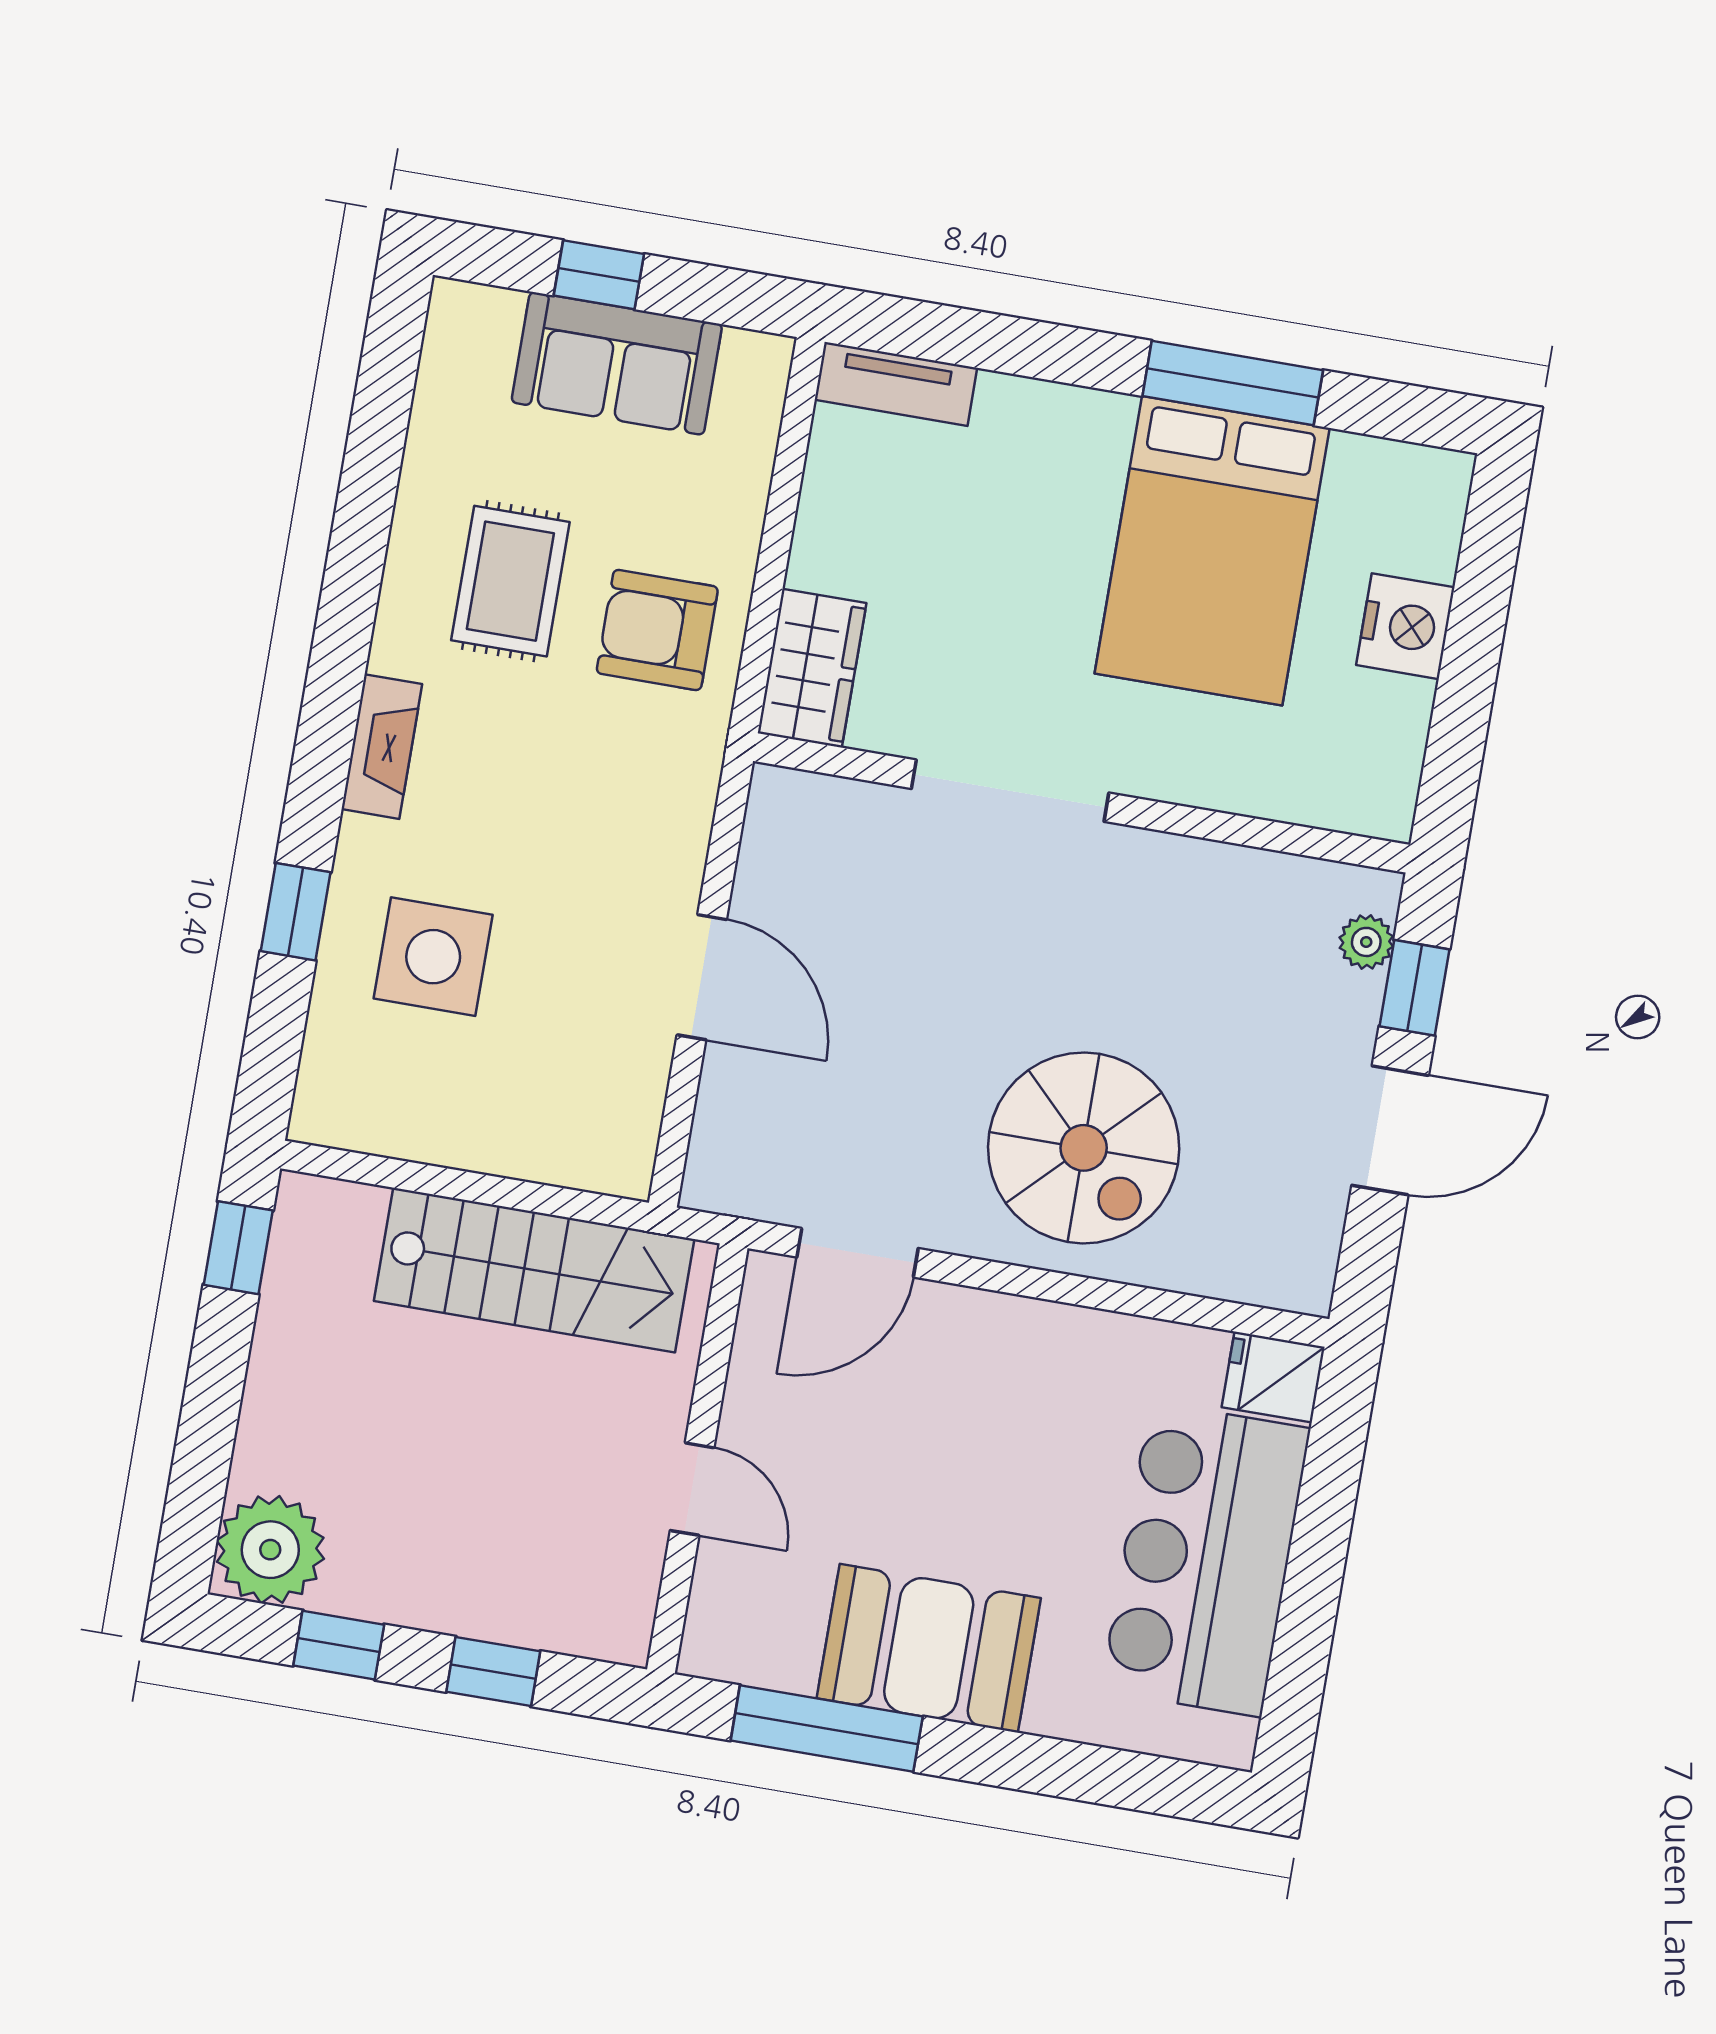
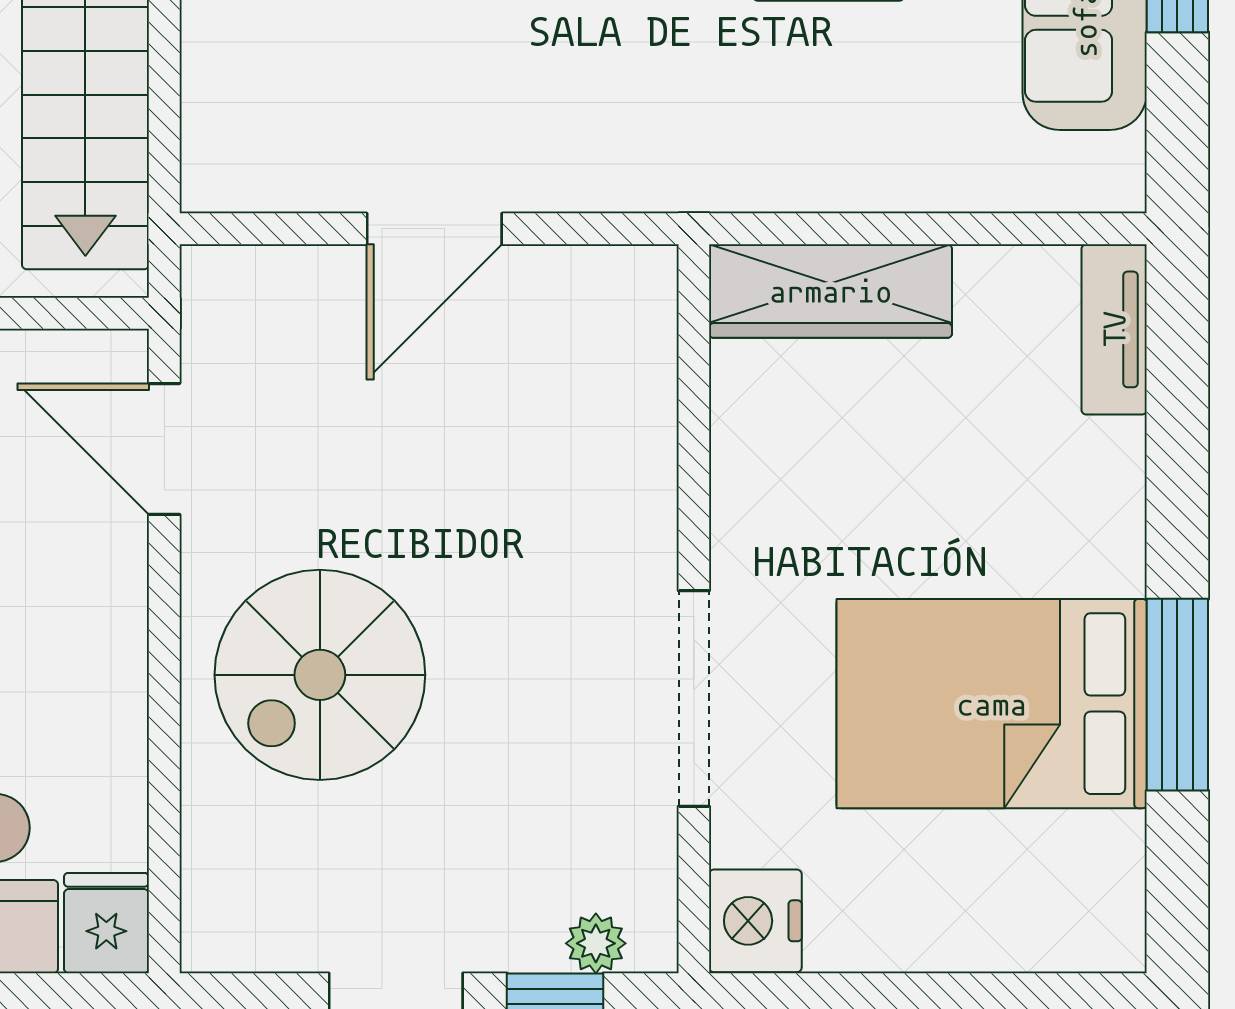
nightstand: (1405, 626) -> (755, 921), moved, turned 90
armchair: (657, 630) -> (803, 116), removed
wardrobe: (812, 668) -> (831, 291), width x1.50
doorway: (1010, 791) -> (694, 699), moved

